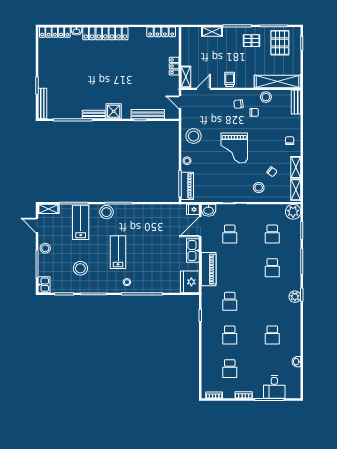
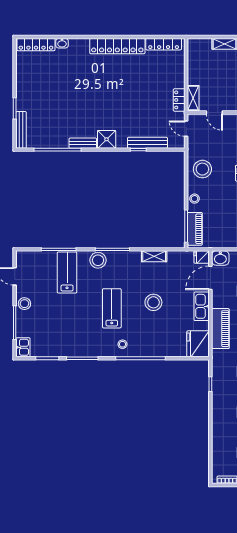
locker: (105, 33) -> (117, 46), moved
locker: (174, 66) -> (179, 100), moved
door: (204, 89) -> (214, 113), swing flipped
shelving: (48, 209) -> (154, 256), moved
stool: (80, 268) -> (153, 302), moved

